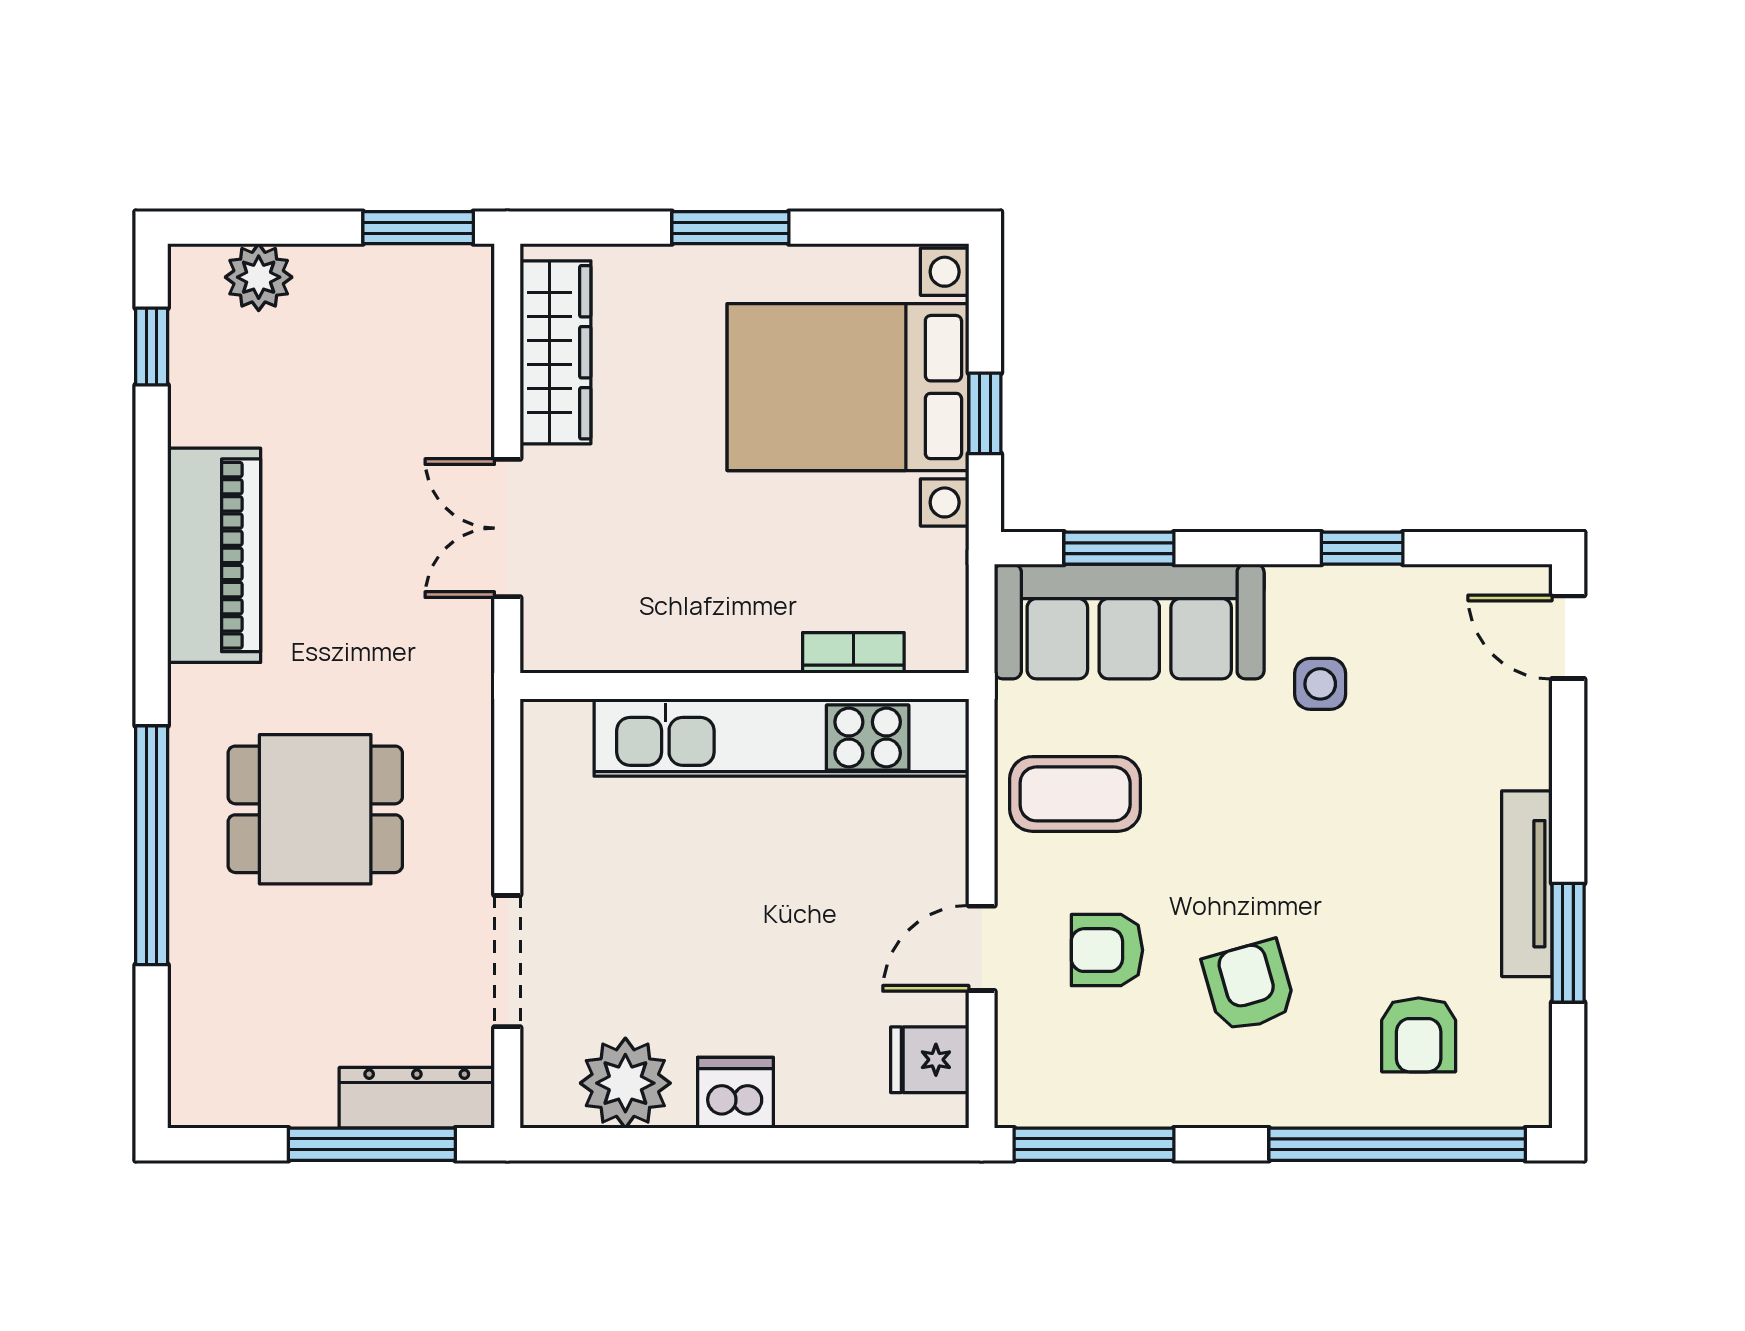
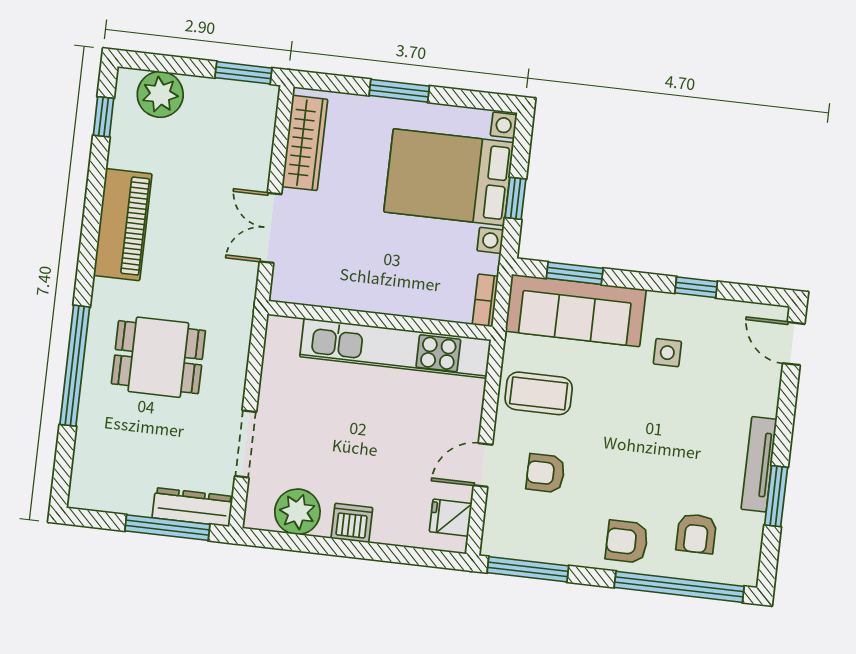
plant: (259, 277) -> (160, 94), width x1.36, depth x1.36
bookcase: (853, 653) -> (485, 300), moved, turned -90
armchair: (1249, 986) -> (627, 542), moved, turned -74

